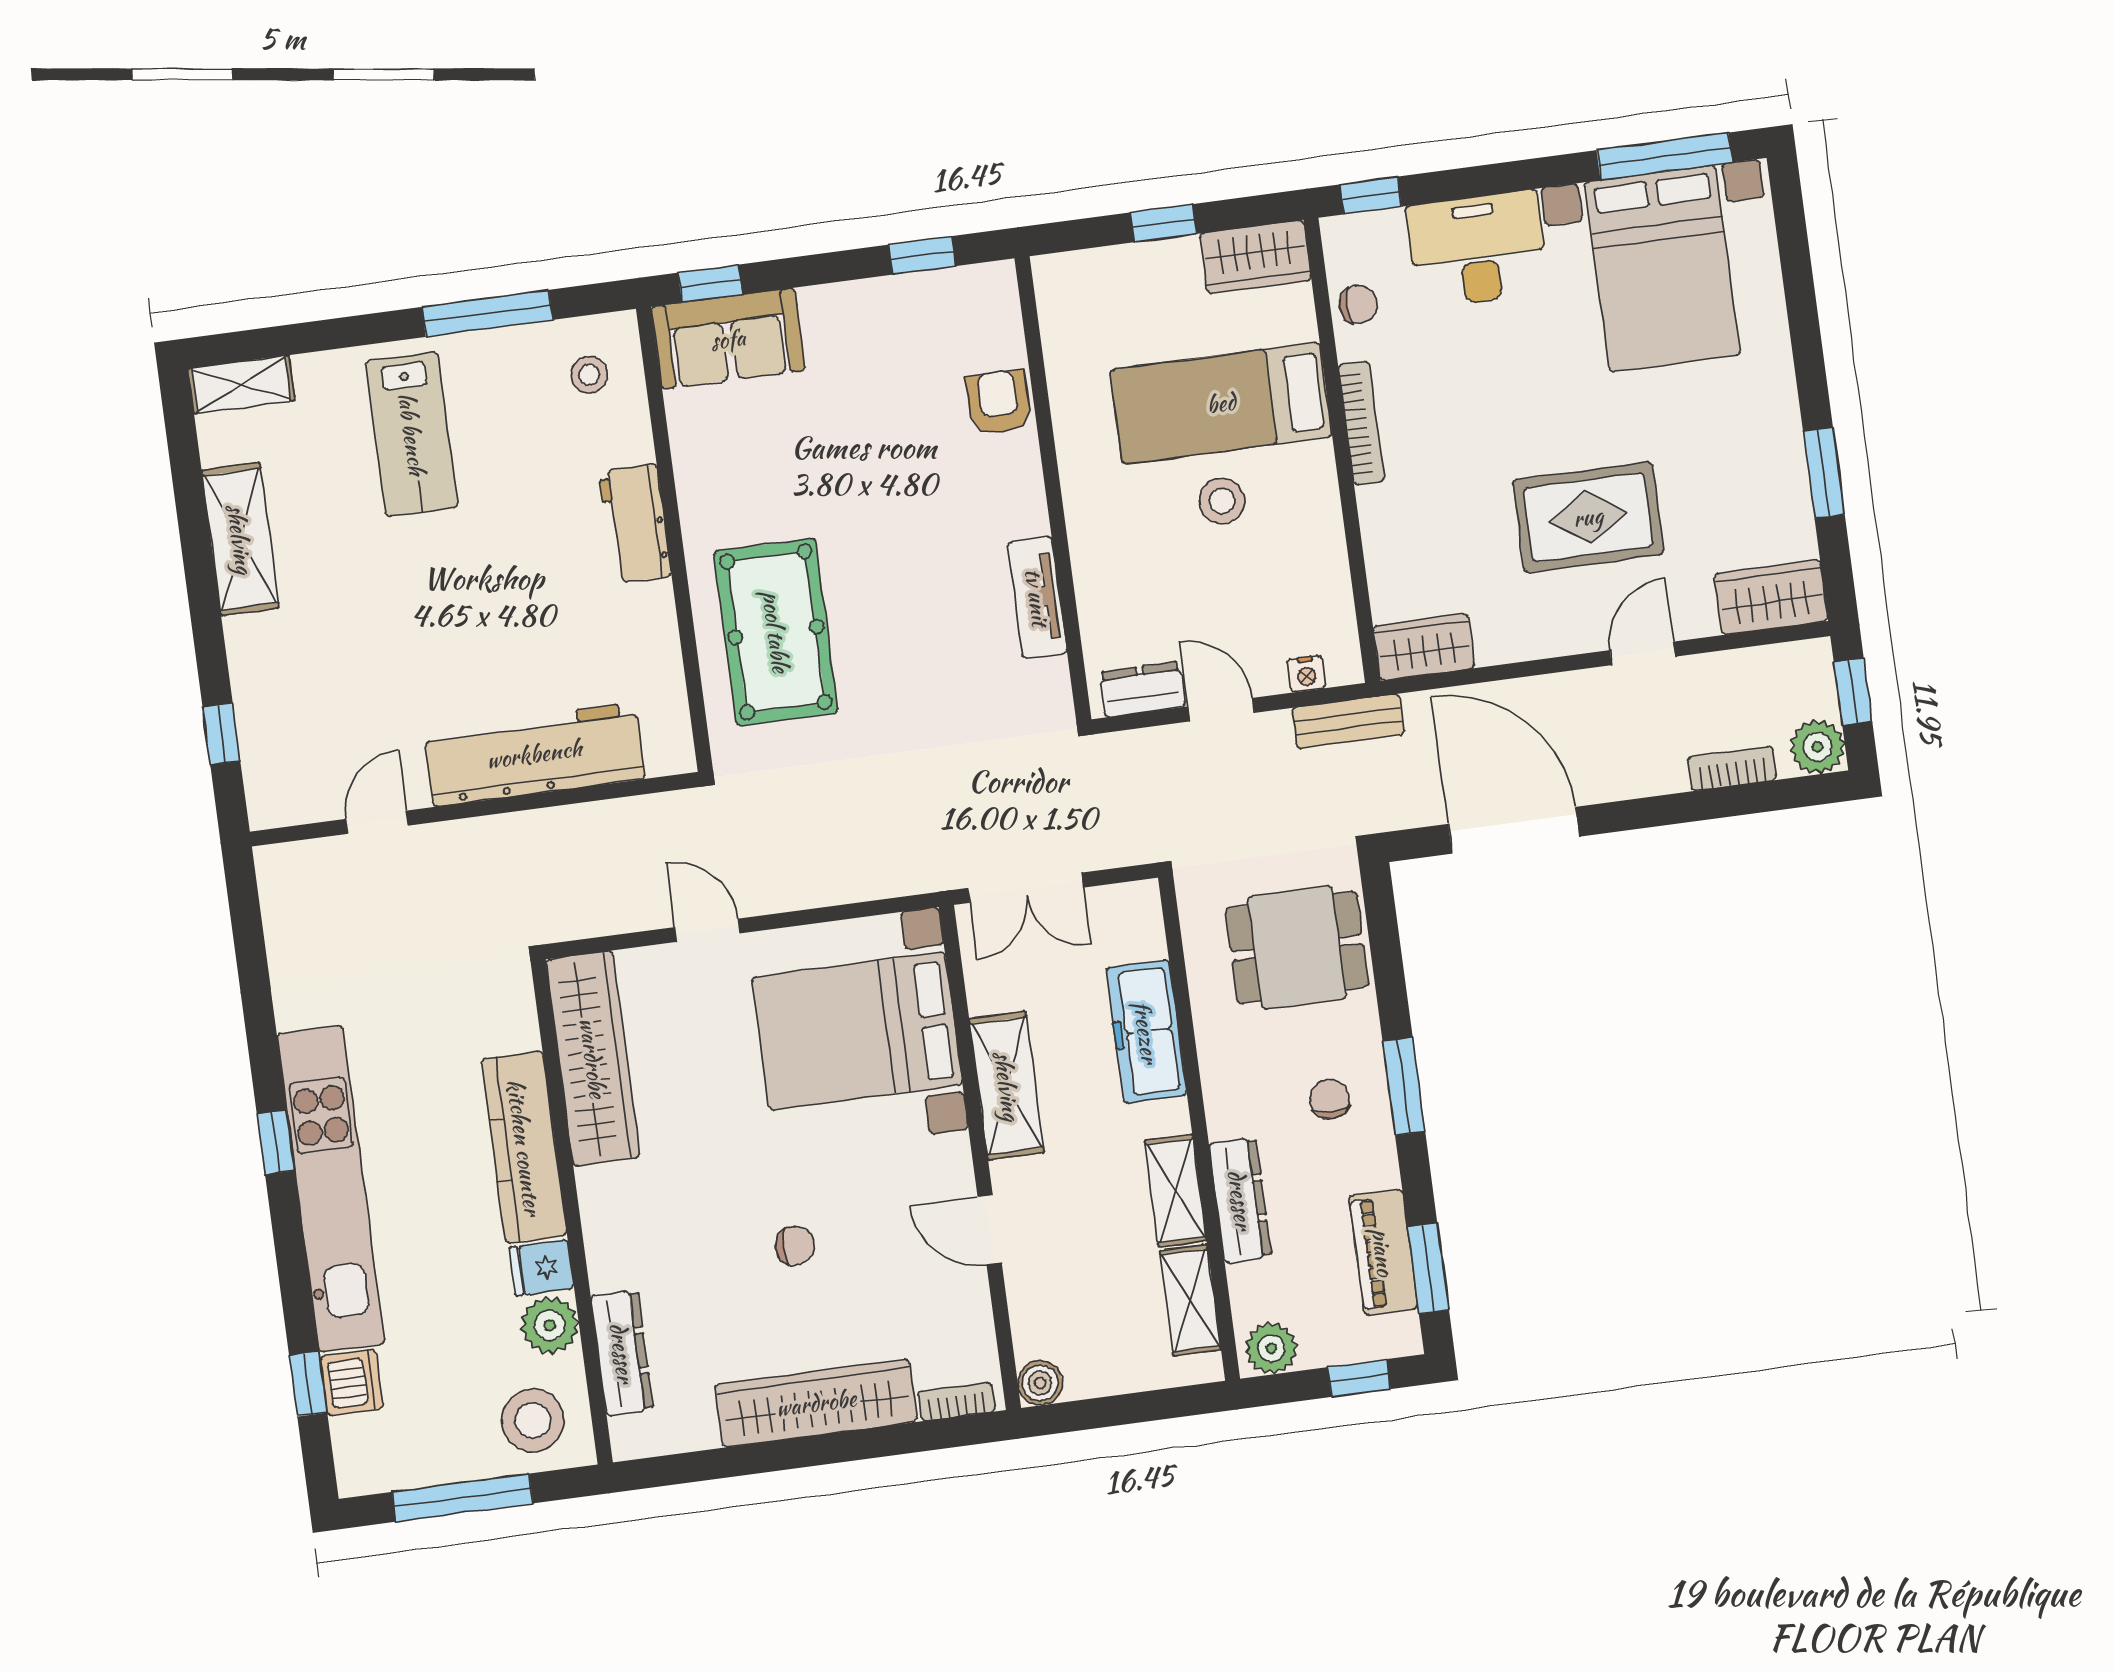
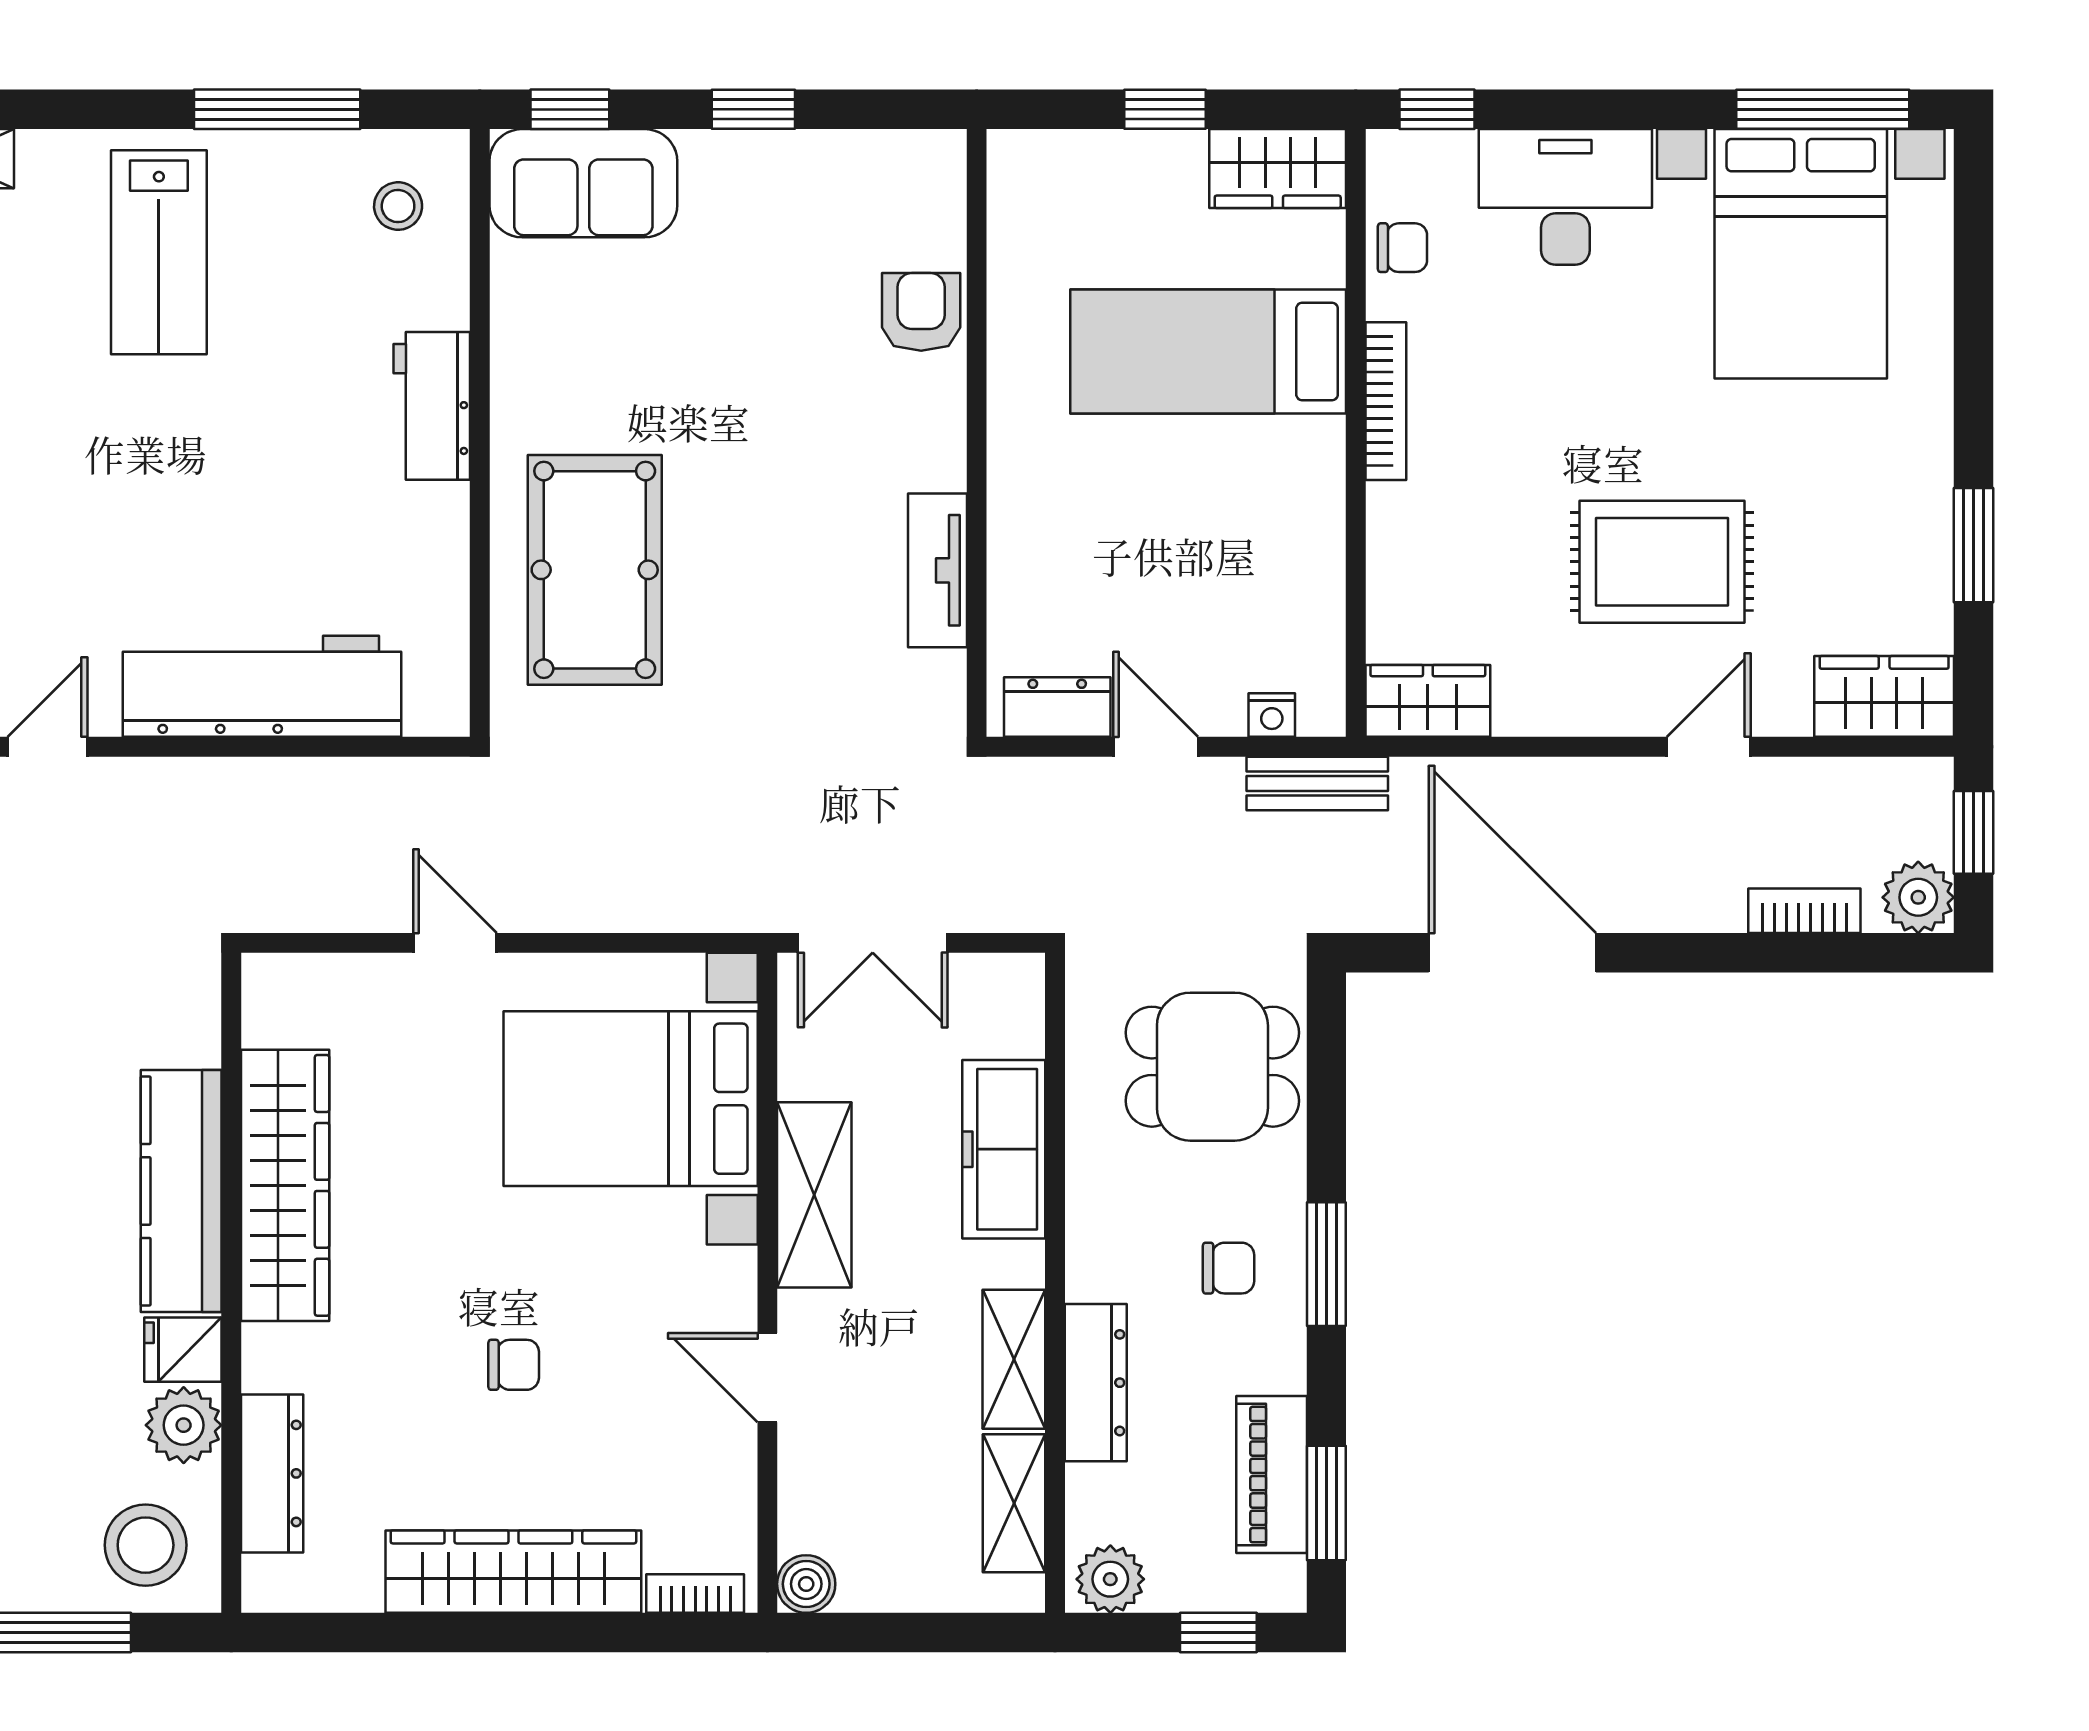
window: (922, 255) -> (753, 109), moved
stool: (1222, 501) -> (1192, 478), removed
wardrobe: (593, 1058) -> (285, 1185), moved
chair: (1330, 1099) -> (1229, 1268), turned 90

